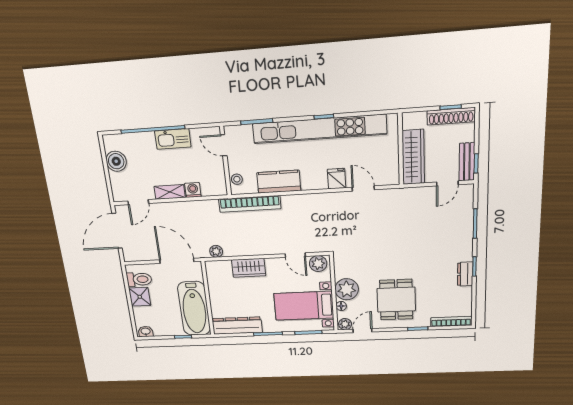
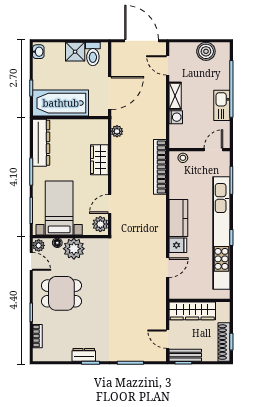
kitchen counter: (279, 182) -> (178, 218), moved
bookcase: (451, 322) -> (37, 336), width x0.64

